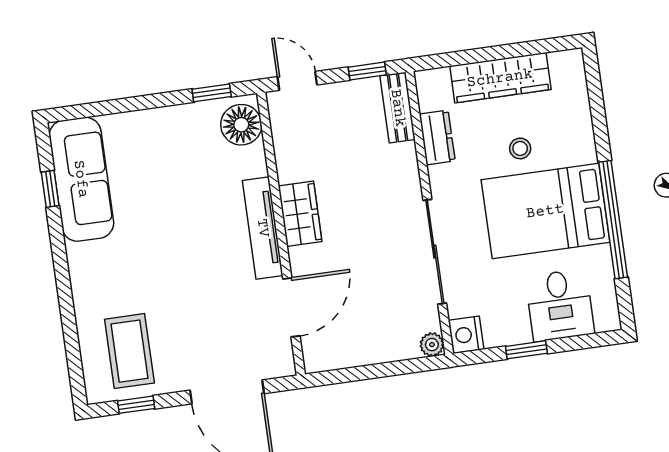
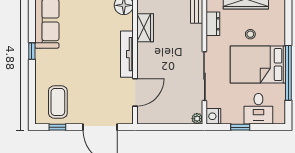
window: (50, 189) -> (32, 51), moved
wardrobe: (300, 214) -> (145, 28), moved

